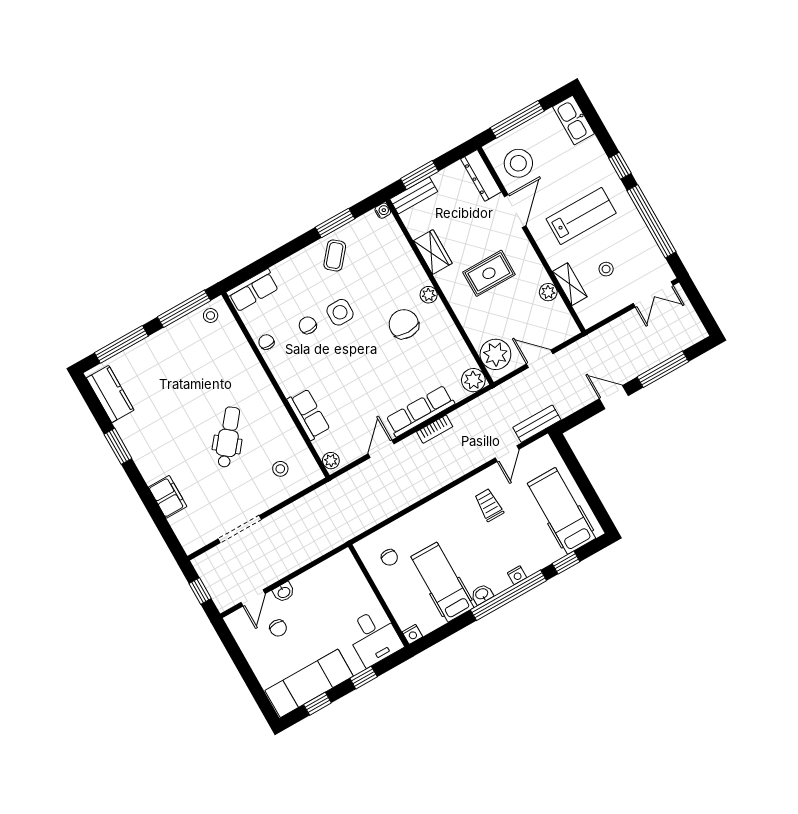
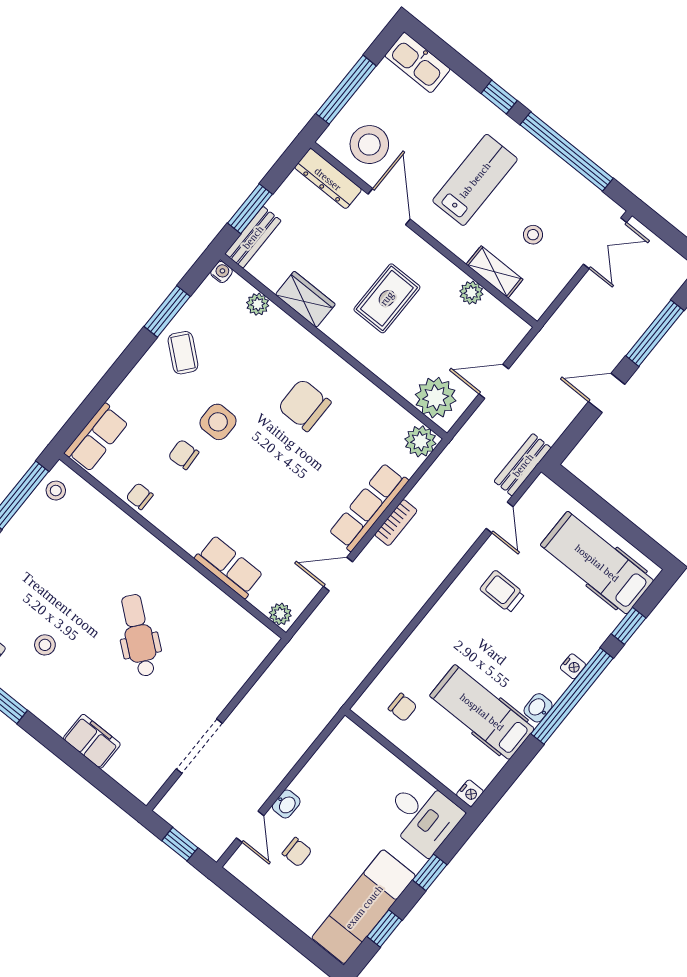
plant: (429, 295) -> (258, 304), moved
door: (381, 449) -> (338, 574), hinge flipped
stool: (280, 469) -> (45, 645), moved

